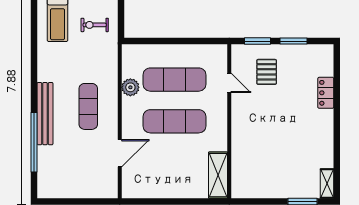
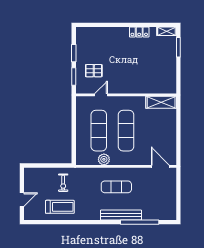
locker: (326, 93) -> (139, 32), moved
door: (120, 153) -> (160, 166), moved

